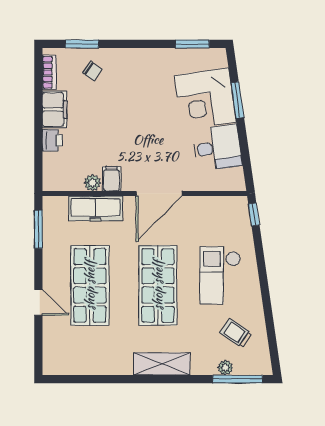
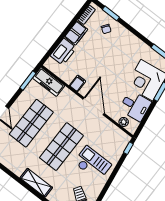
printer: (52, 140) -> (63, 52), width x1.87, depth x1.48
plant: (92, 183) -> (124, 122), moved
door: (159, 193) -> (94, 106), swing flipped
freezer: (96, 208) -> (49, 82), moved
checkout: (220, 275) -> (93, 164), turned 90

